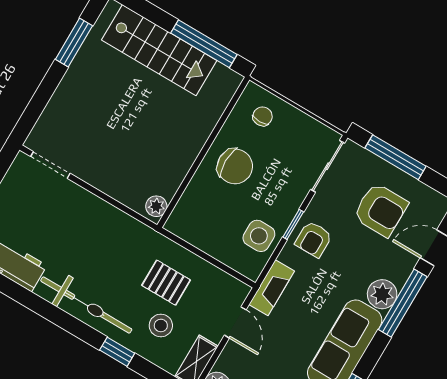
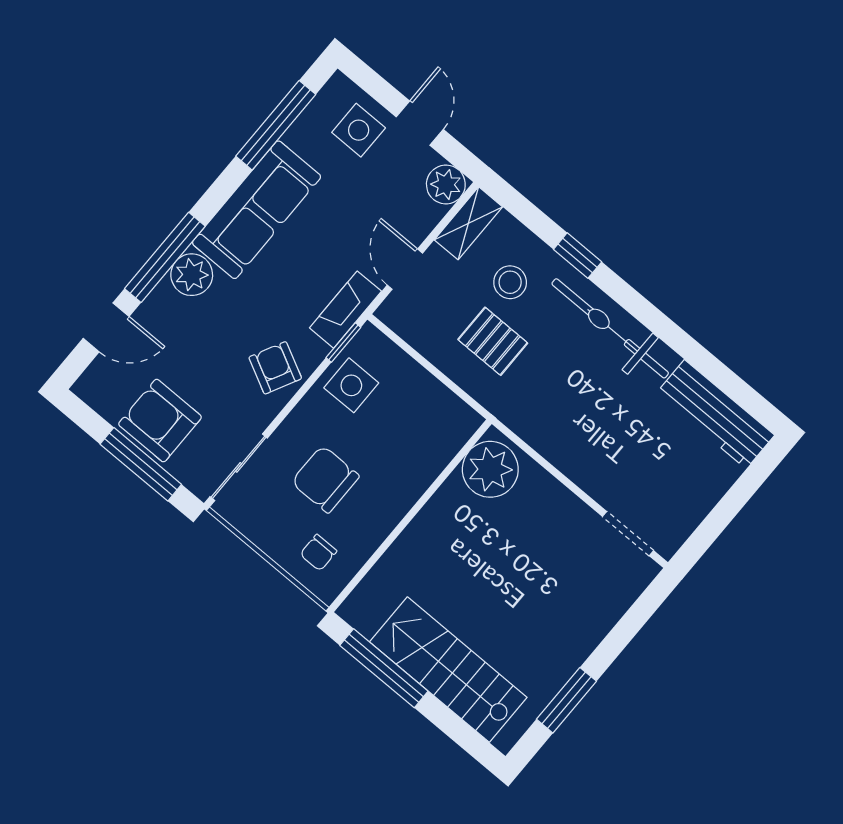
chair: (235, 166) -> (325, 479), moved
plant: (156, 206) -> (490, 469), width x1.87, depth x1.87
armchair: (381, 210) -> (160, 421), moved
window: (293, 224) -> (343, 342), moved
armchair: (314, 239) -> (275, 368), turned -63

